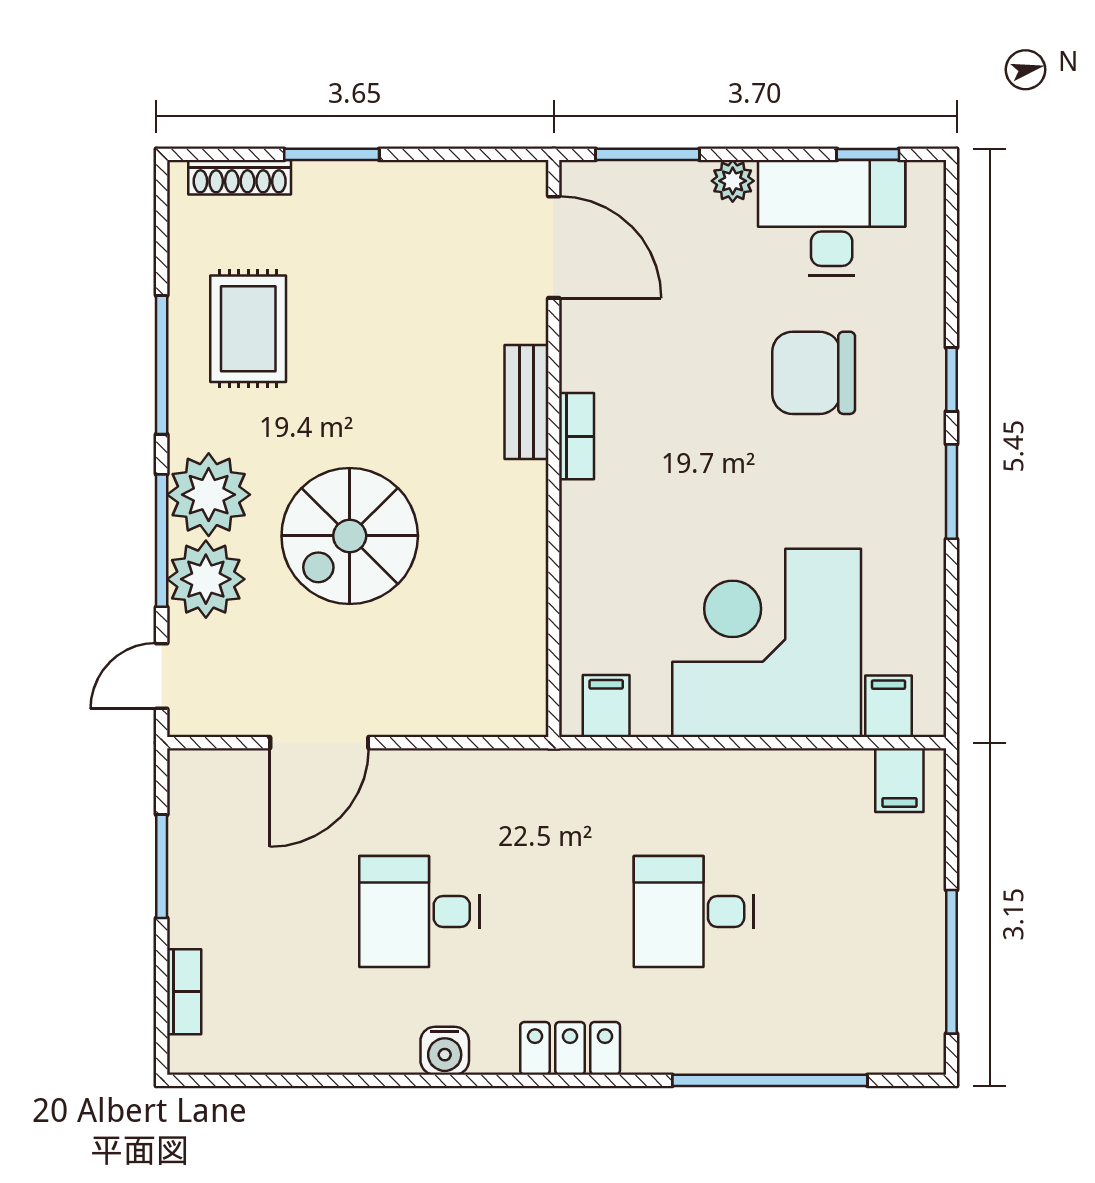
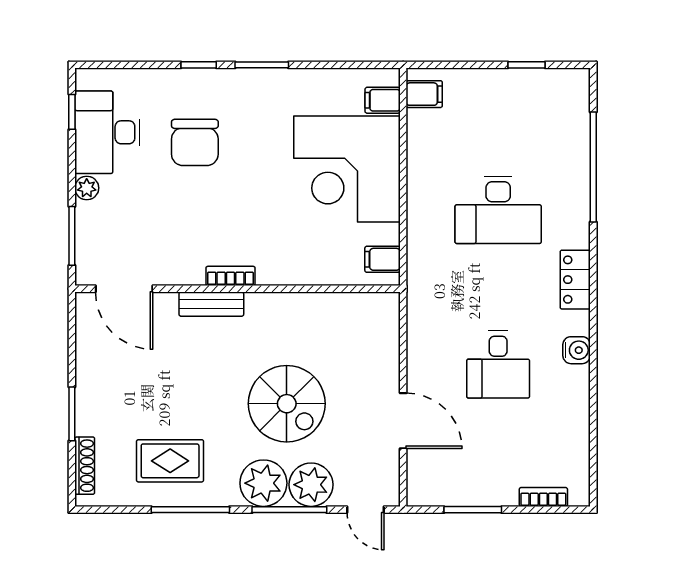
door: (554, 247) -> (124, 289), swing flipped
desk: (694, 911) -> (498, 210), width x1.37
window: (951, 962) -> (526, 65), width x0.46

